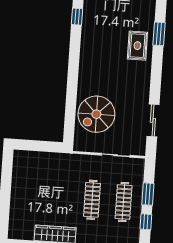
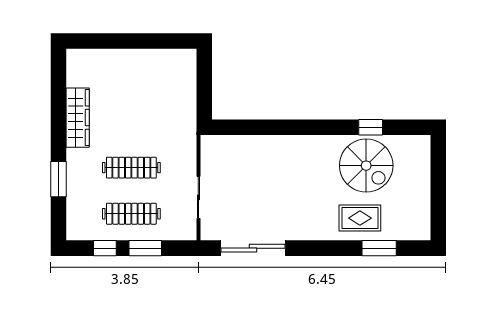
window: (77, 17) -> (371, 127), moved
spiral stairs: (96, 114) -> (366, 166), moved, turned 180
sliding door: (153, 120) -> (253, 248), width x1.37

